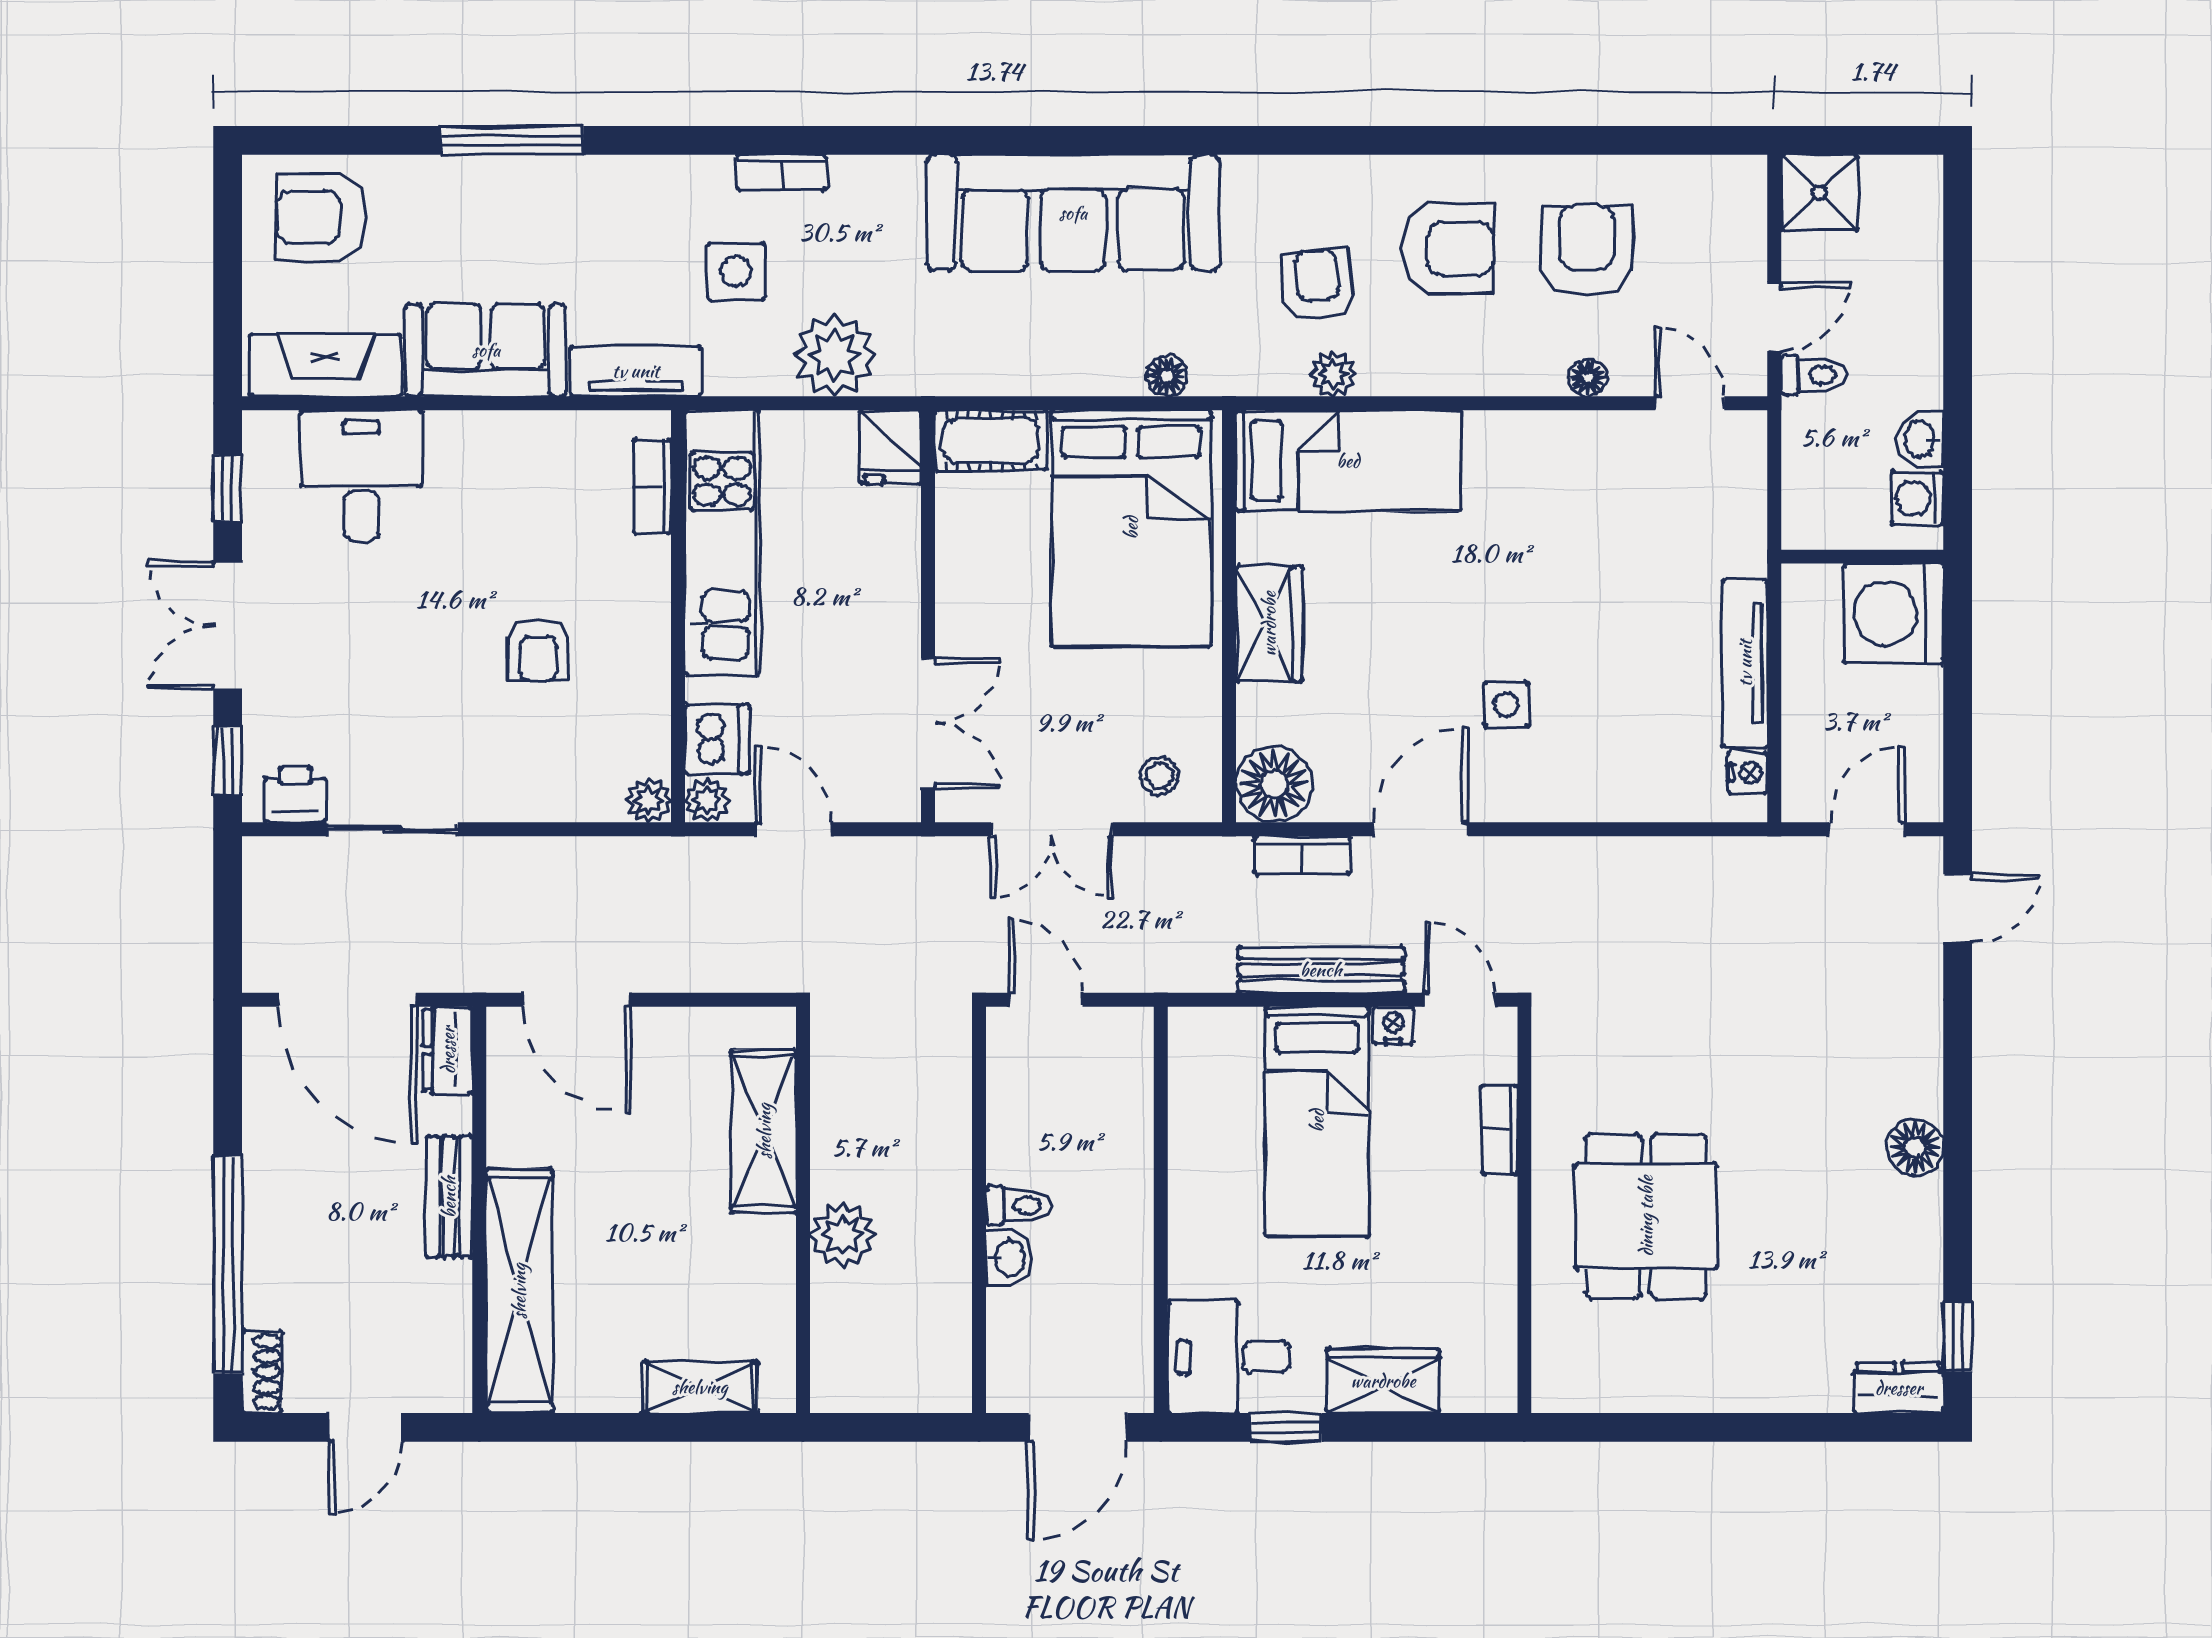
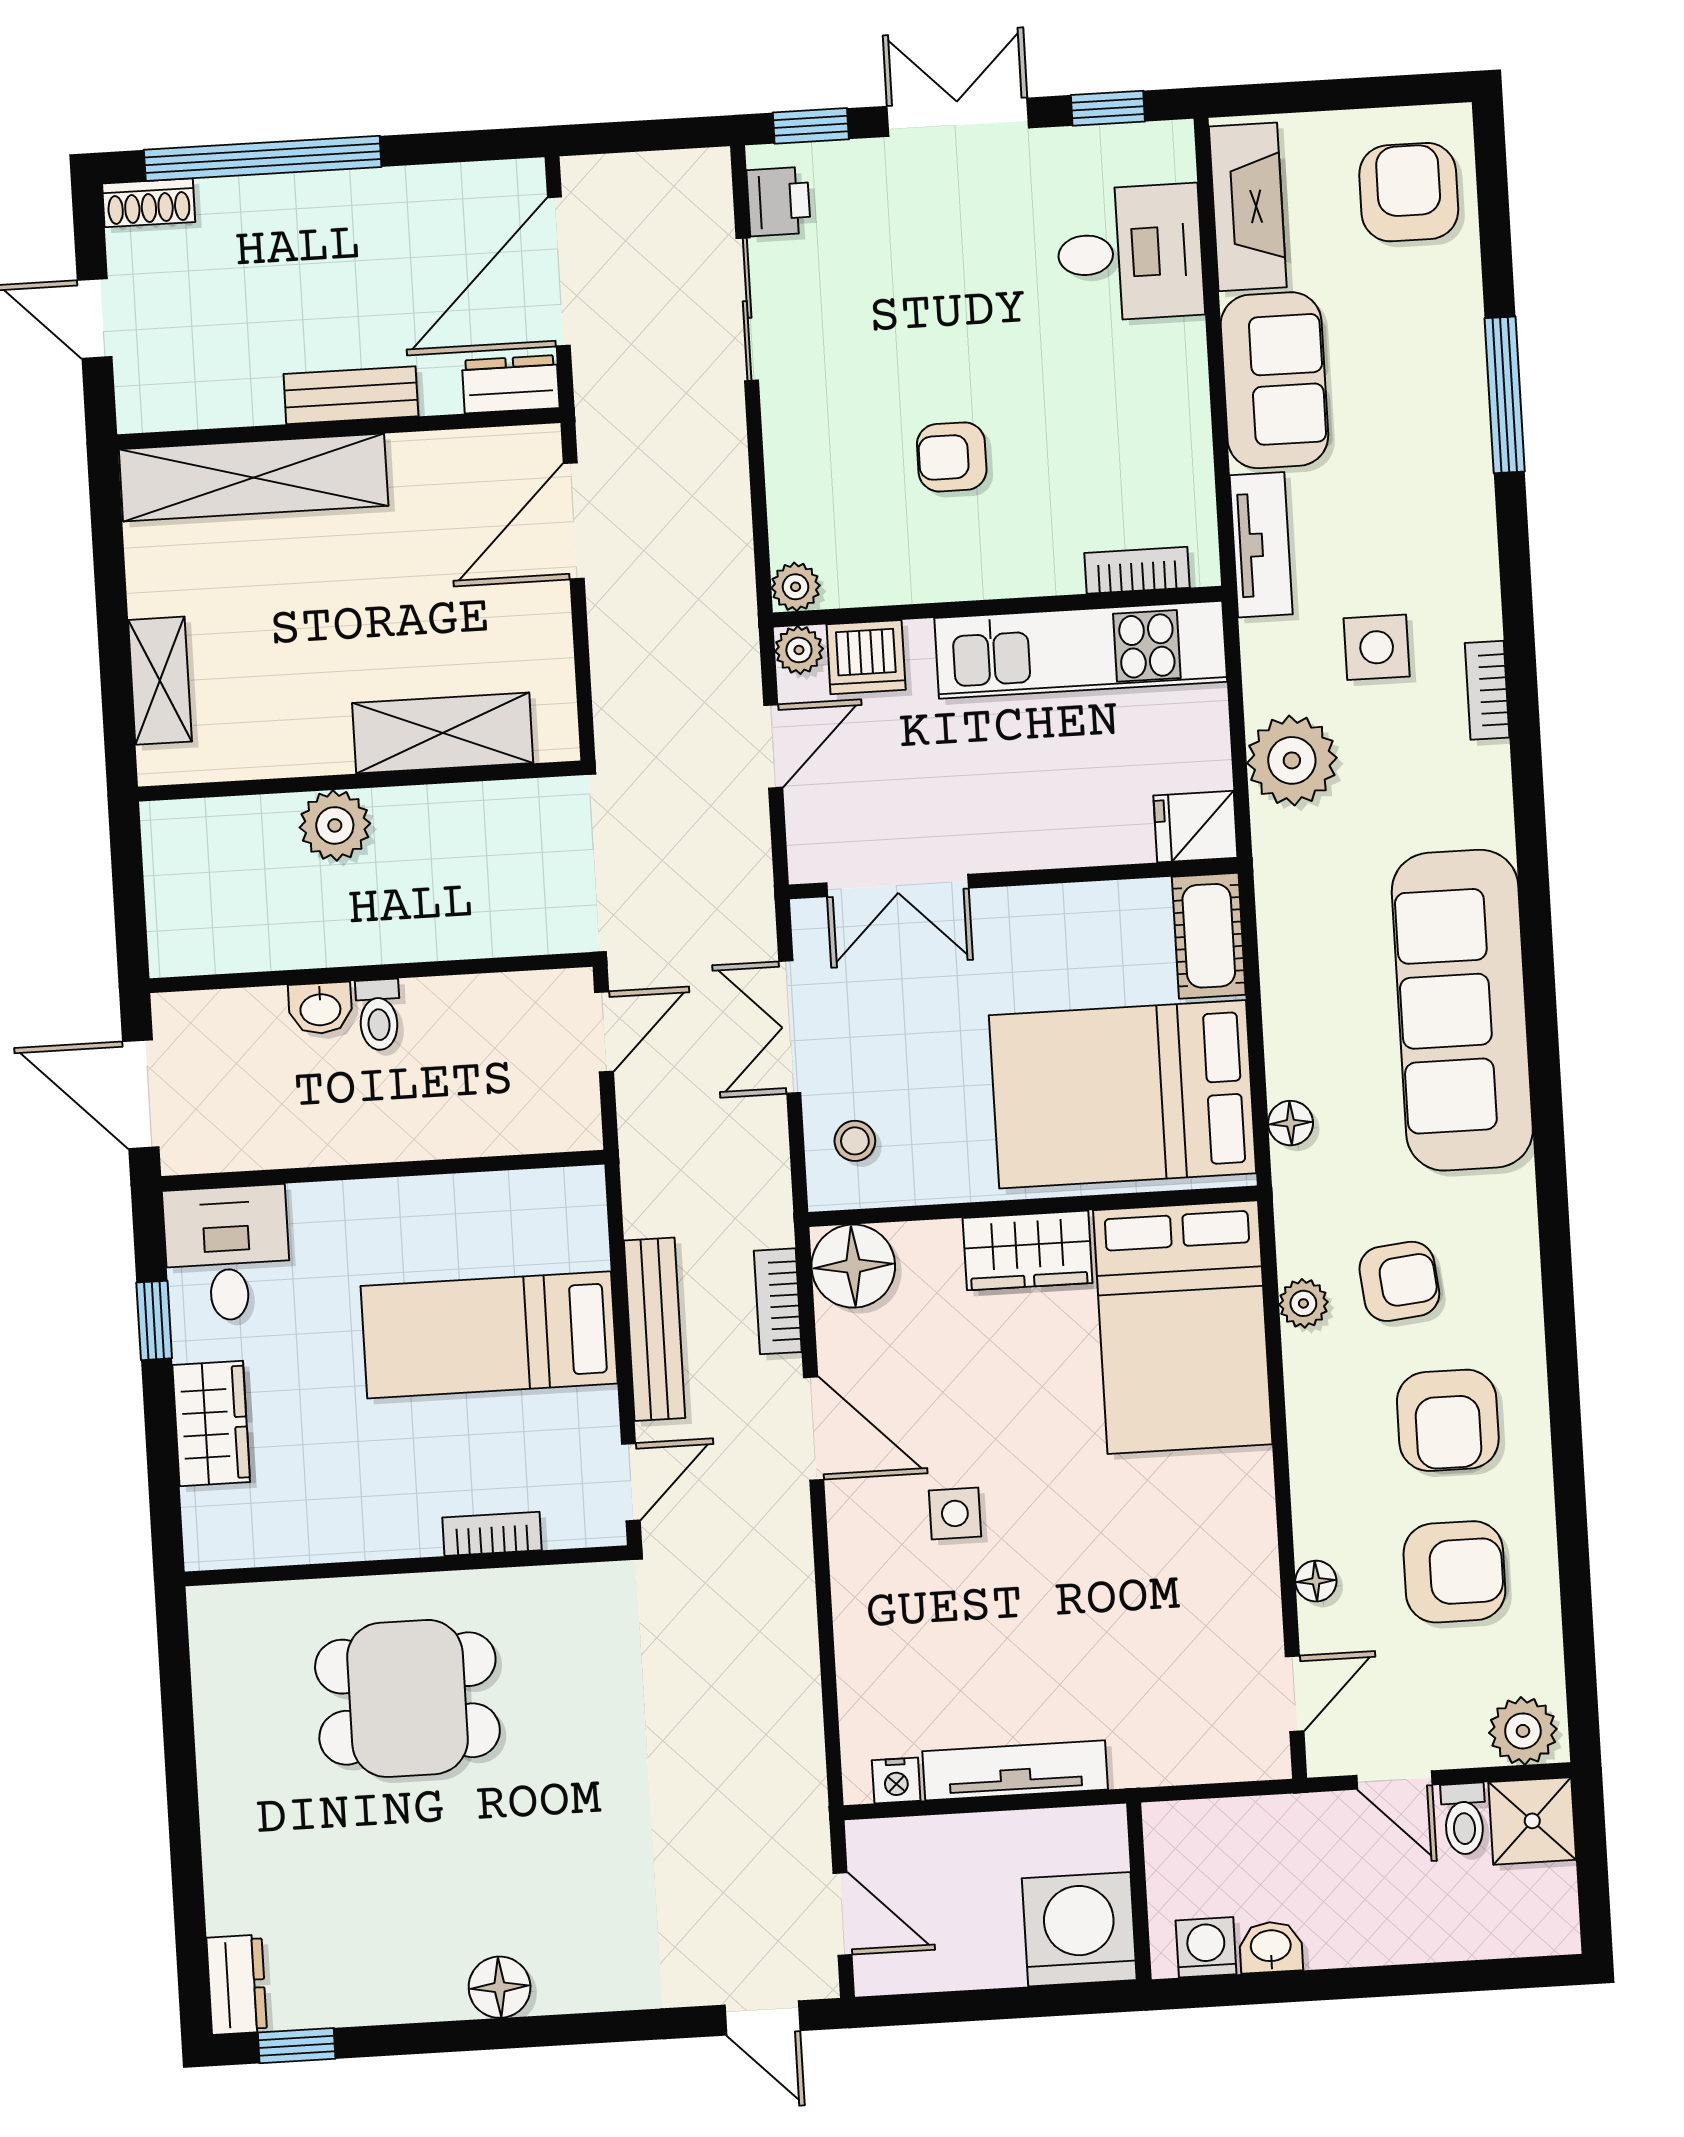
plant: (1736, 196) -> (1523, 1731), added
toilet: (1813, 375) -> (1464, 1819), moved
bed: (1348, 461) -> (1183, 1327), width x1.50
nightstand: (1393, 1025) -> (599, 1411), removed

